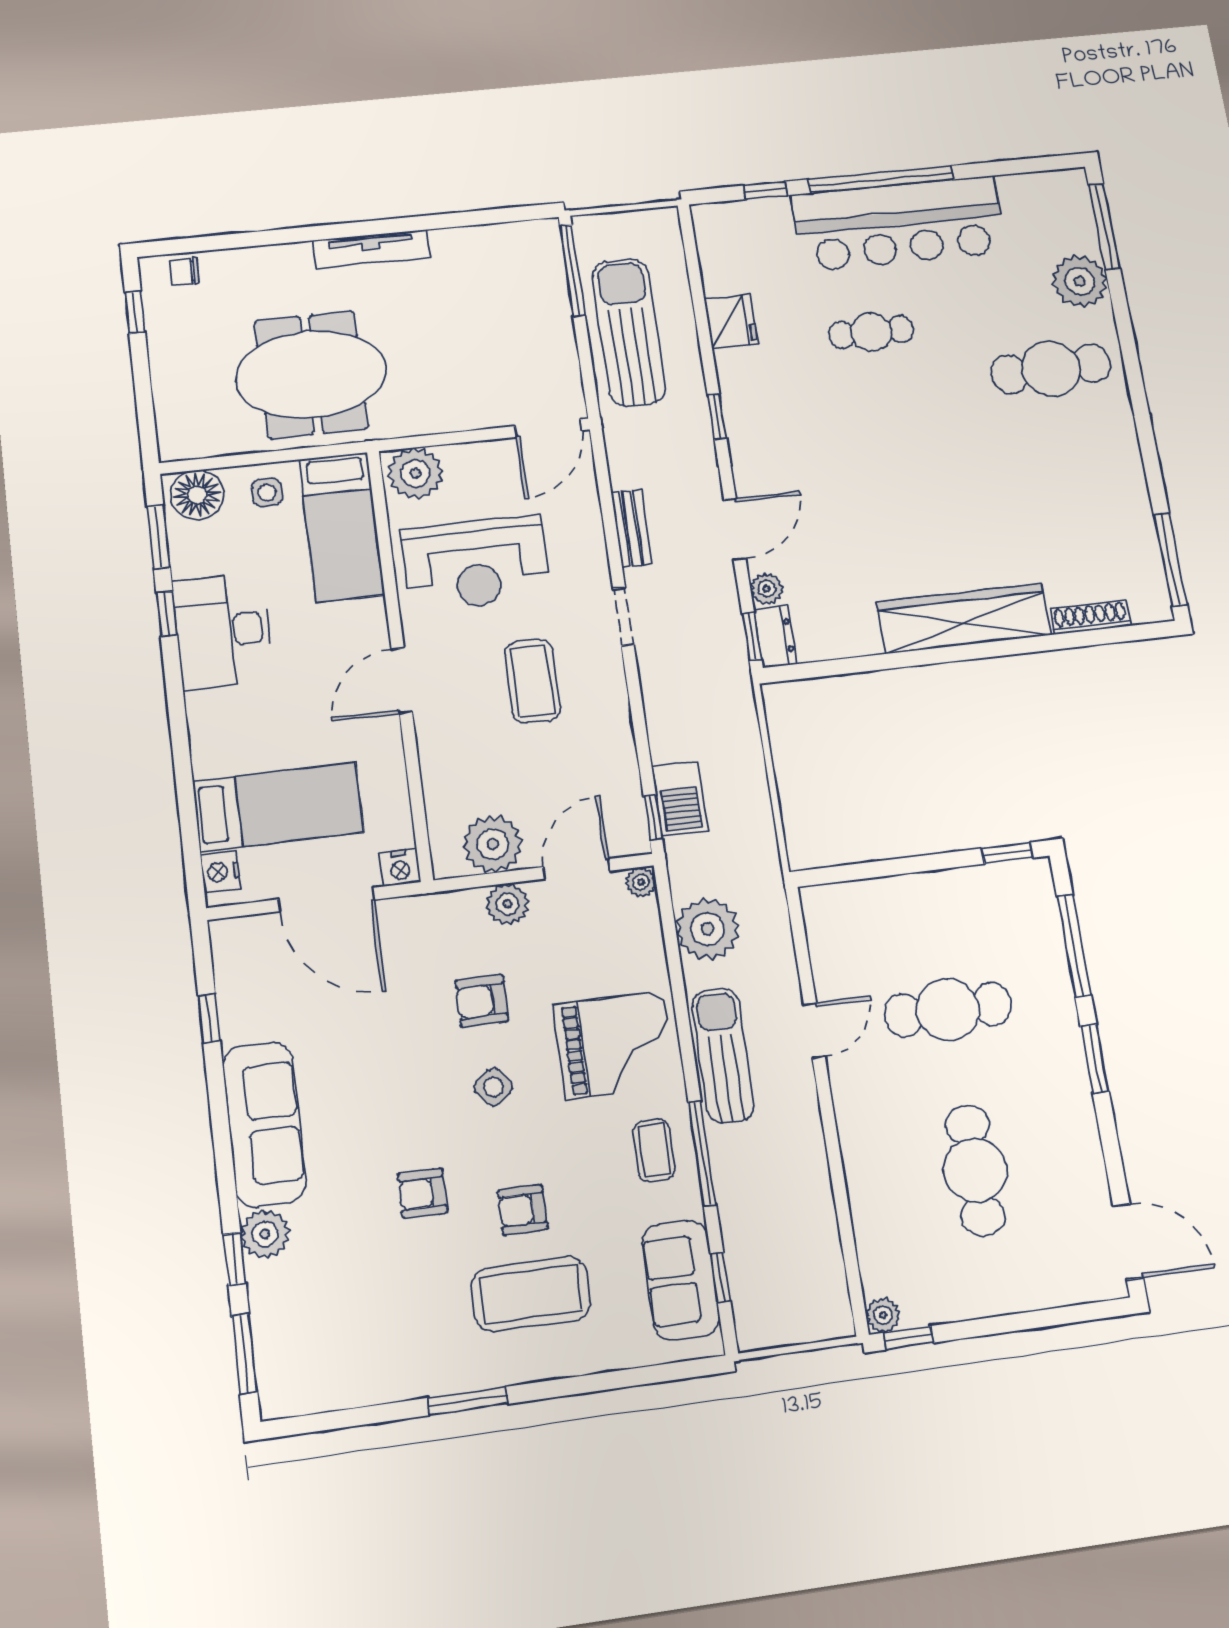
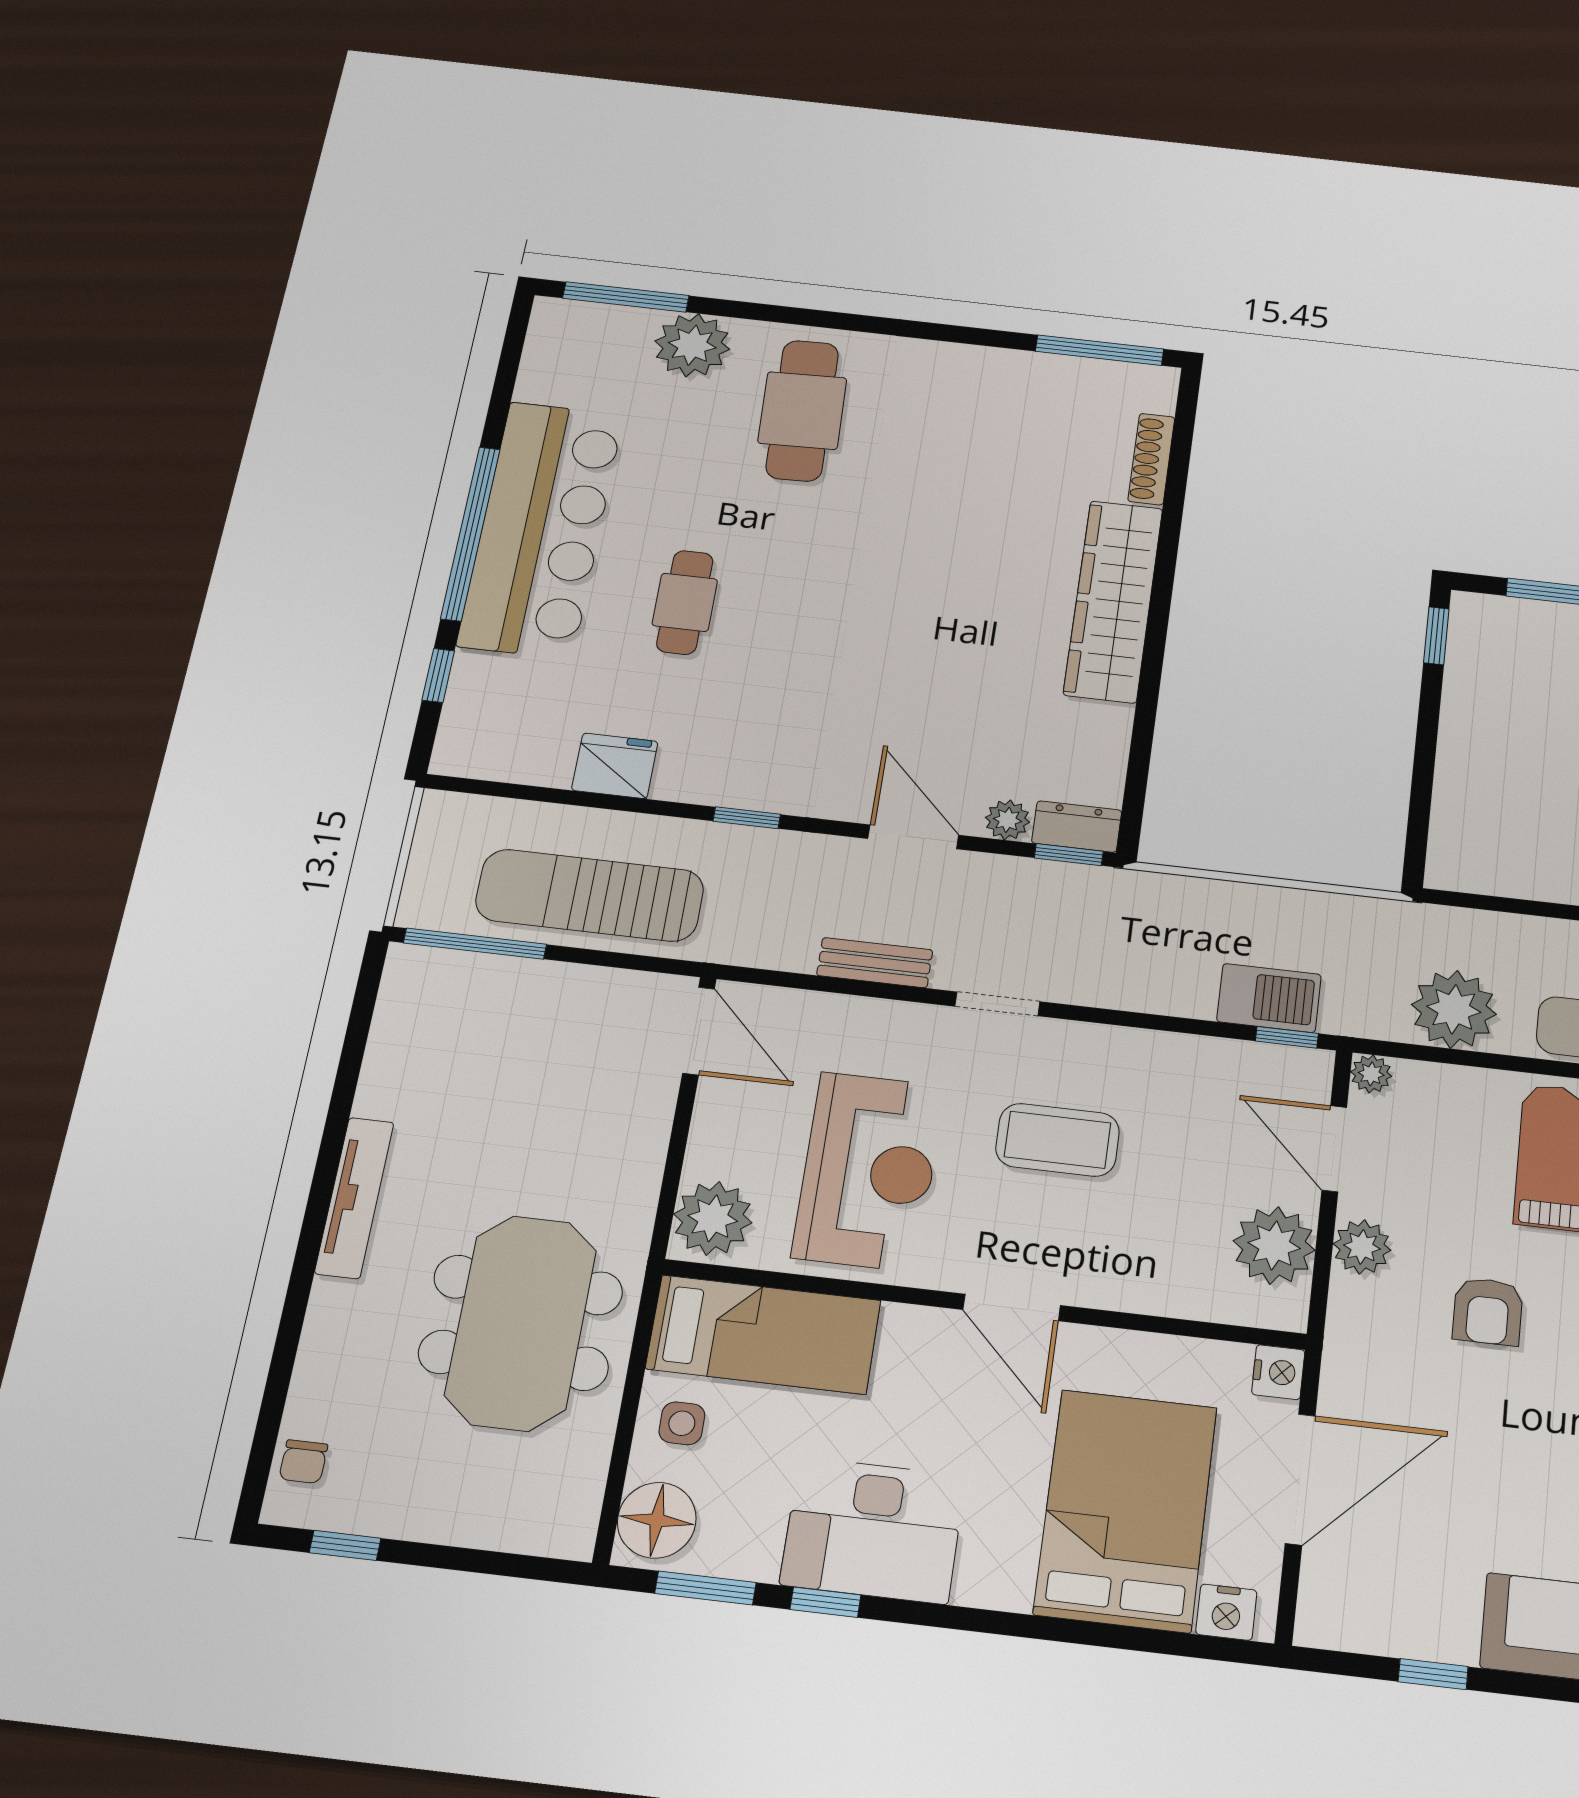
bed: (278, 807) -> (1126, 1510), width x1.50

